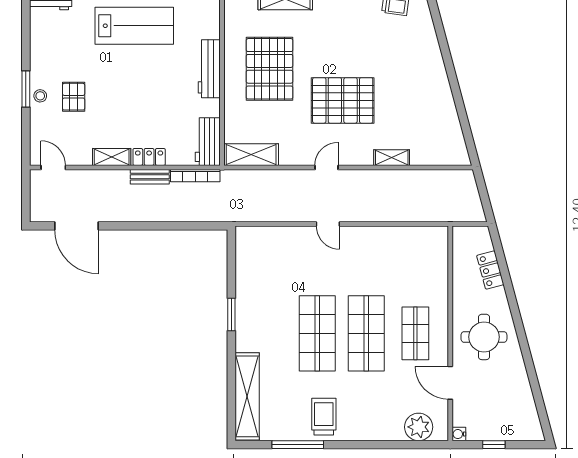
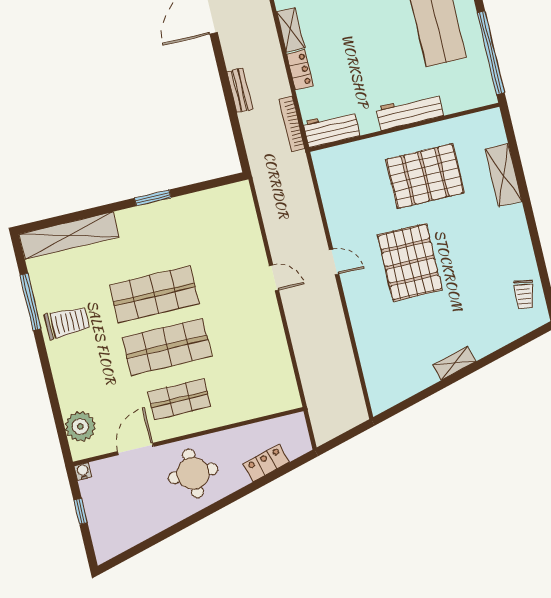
shelving: (251, 155) -> (329, 178), removed
shelving: (392, 158) -> (454, 363), moved, turned 75
bench: (150, 177) -> (240, 90), moved
door: (328, 224) -> (274, 278), swing flipped

